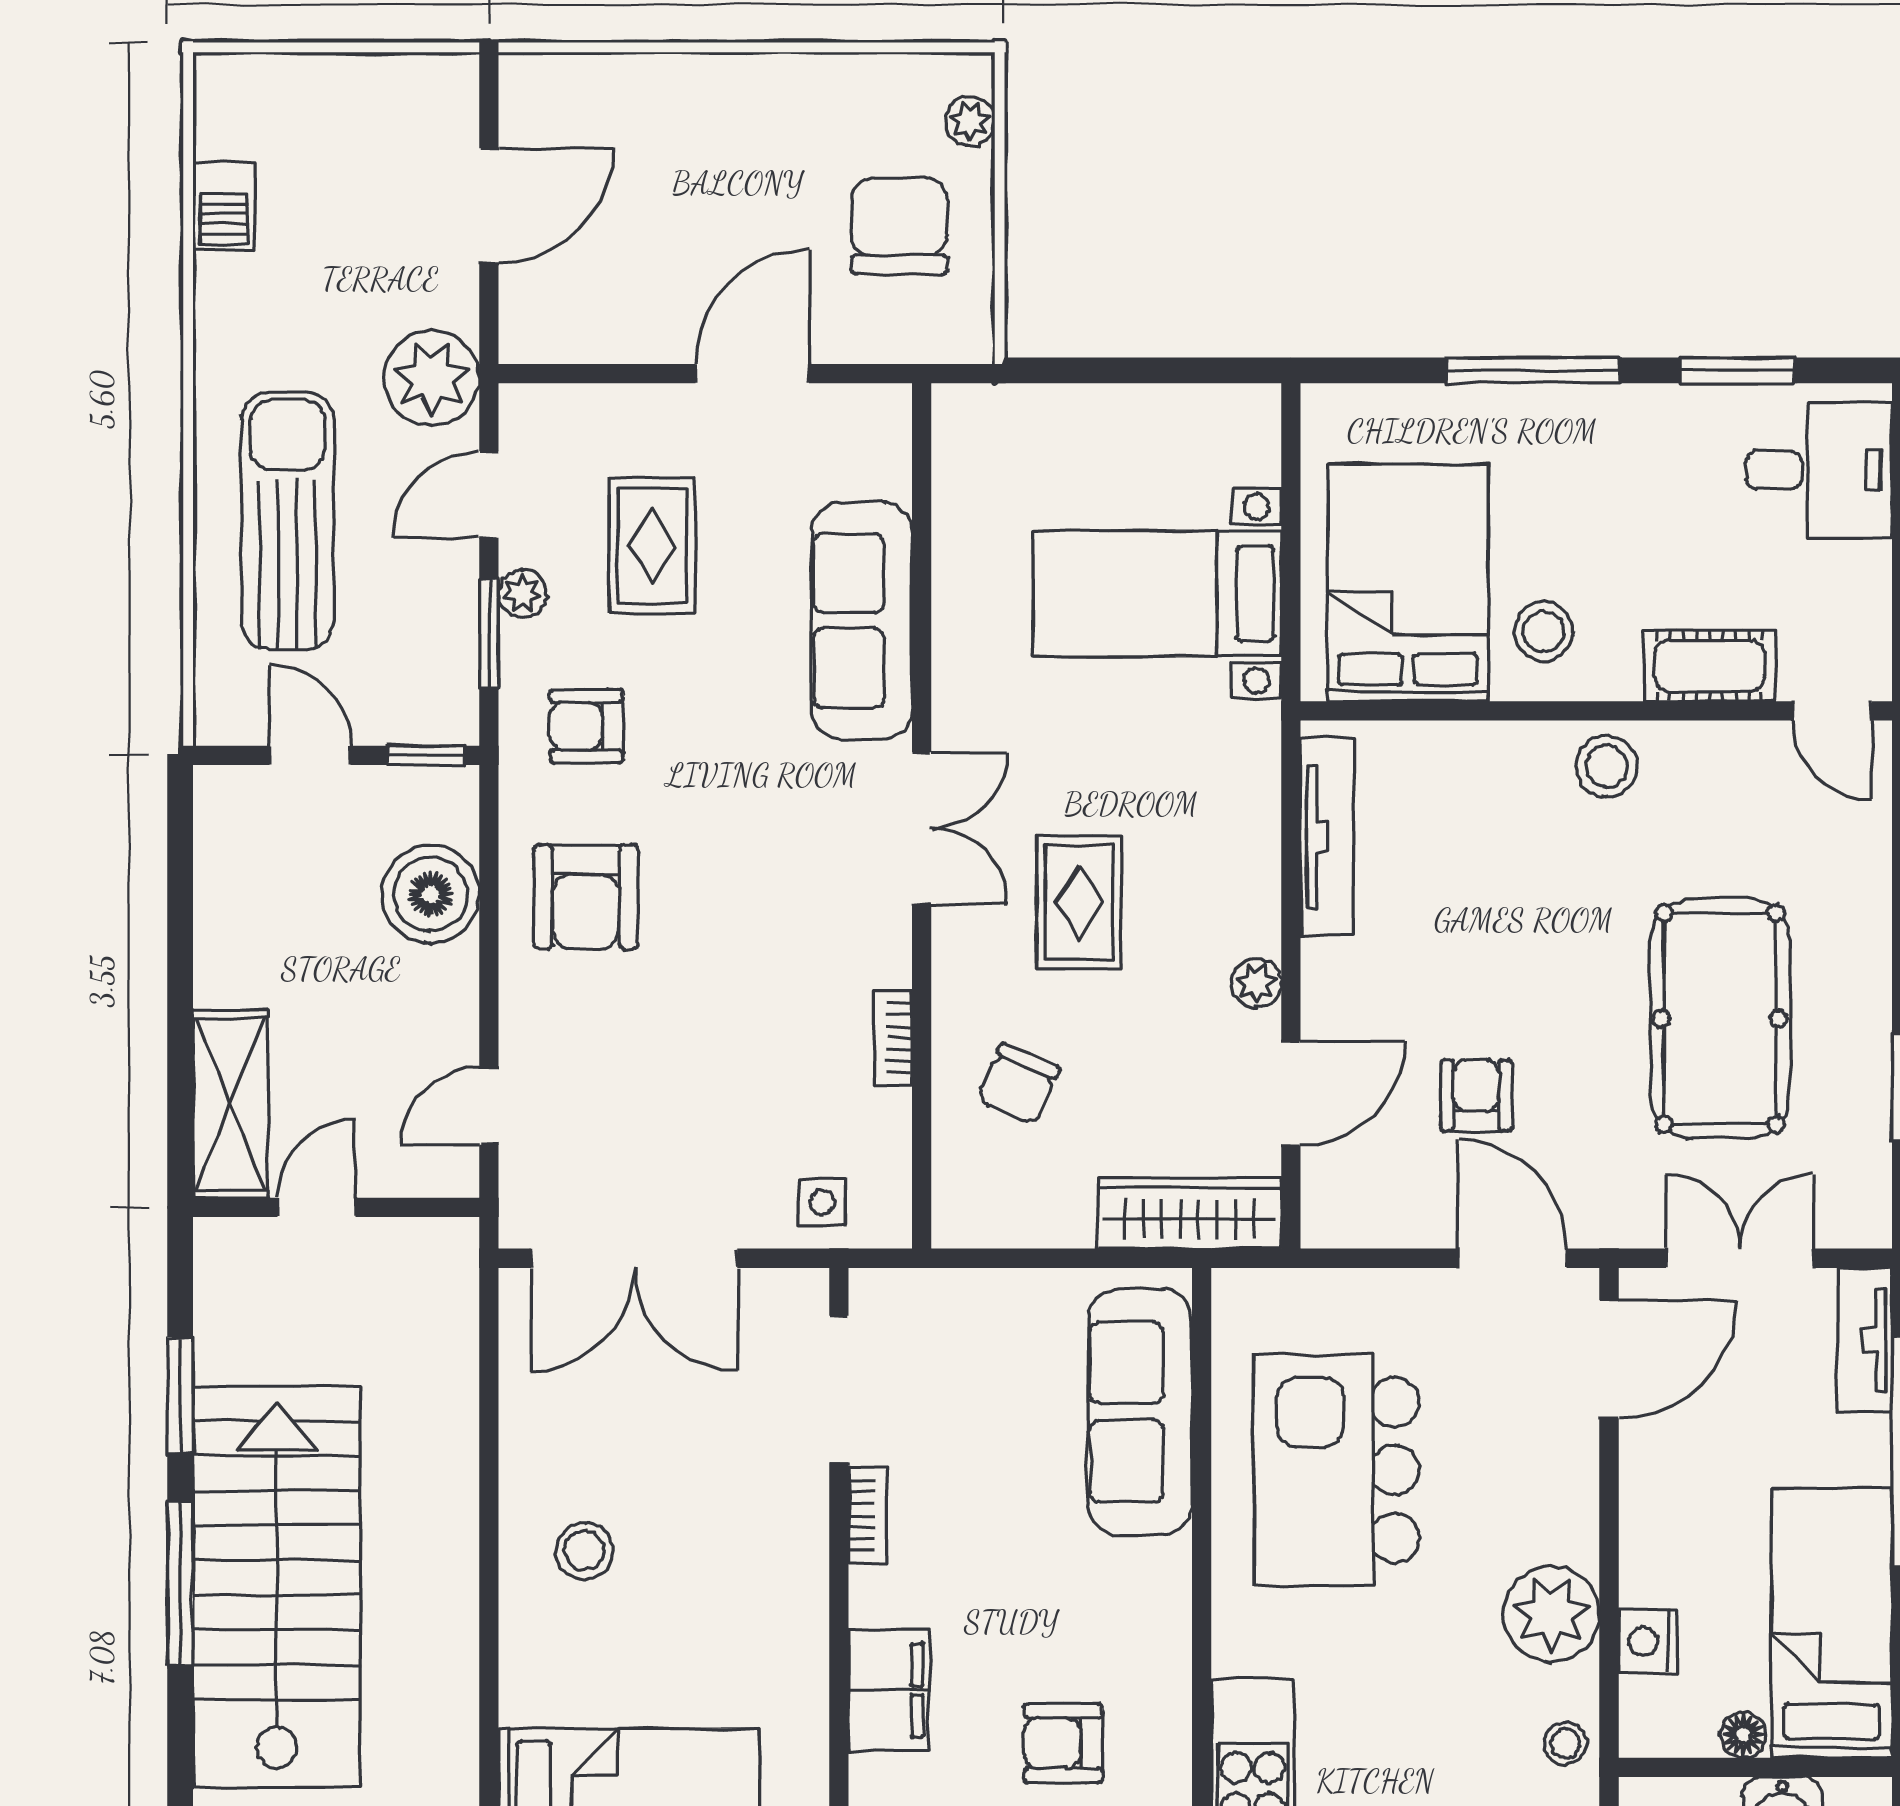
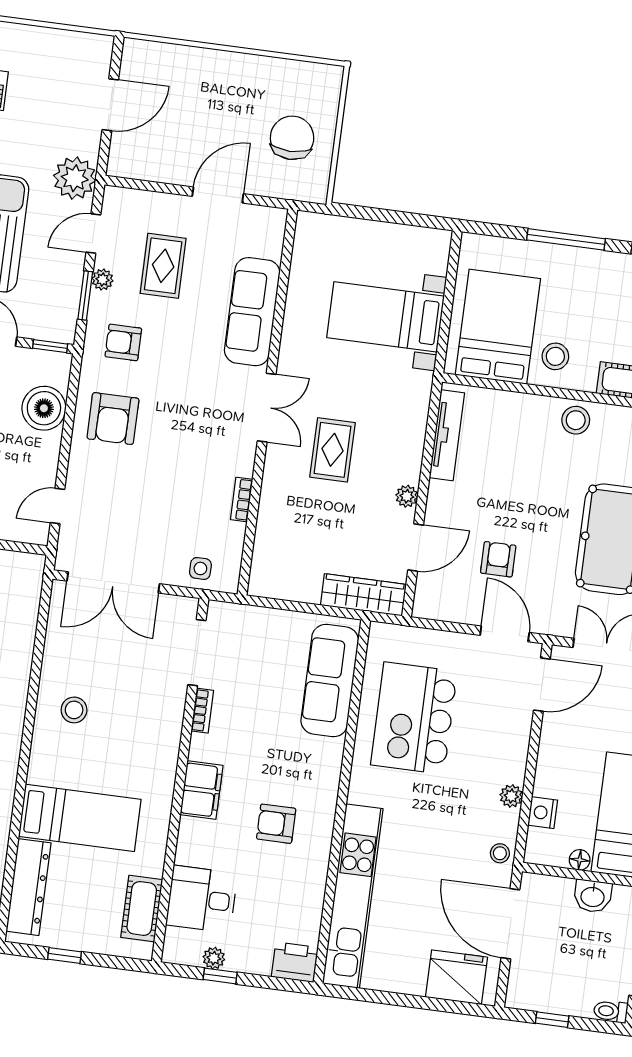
plant: (970, 121) -> (330, 95), removed
chair: (1018, 1084) -> (295, 527), removed
plant: (1551, 1614) -> (511, 796), width x0.53, depth x0.53

